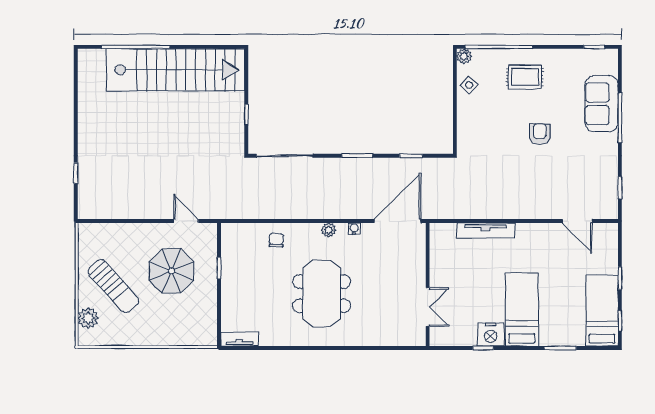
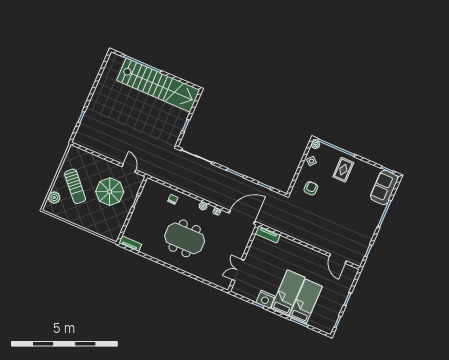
rug: (525, 77) -> (343, 170), turned 90
sofa: (602, 104) -> (384, 188), moved
armchair: (540, 134) -> (311, 188), moved
tv unit: (486, 231) -> (268, 234), moved, width x0.71
meeting table: (322, 294) -> (185, 238), turned 90
double door: (428, 307) -> (238, 270), swing flipped
bed: (602, 311) -> (306, 302), moved

